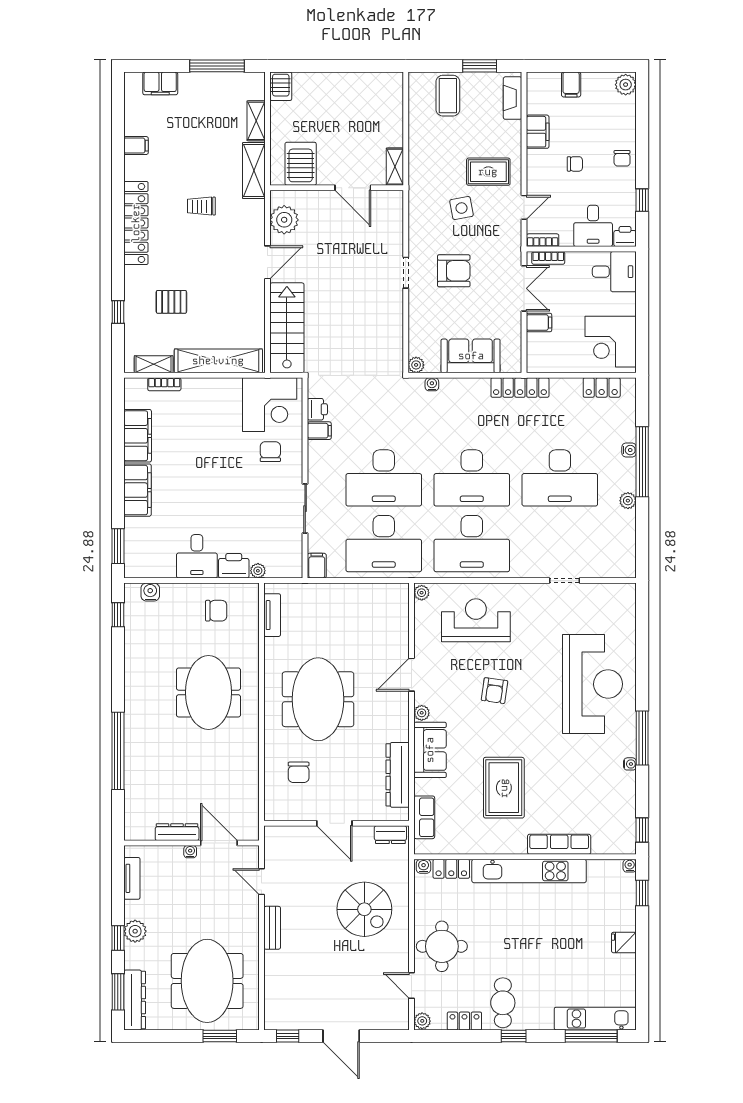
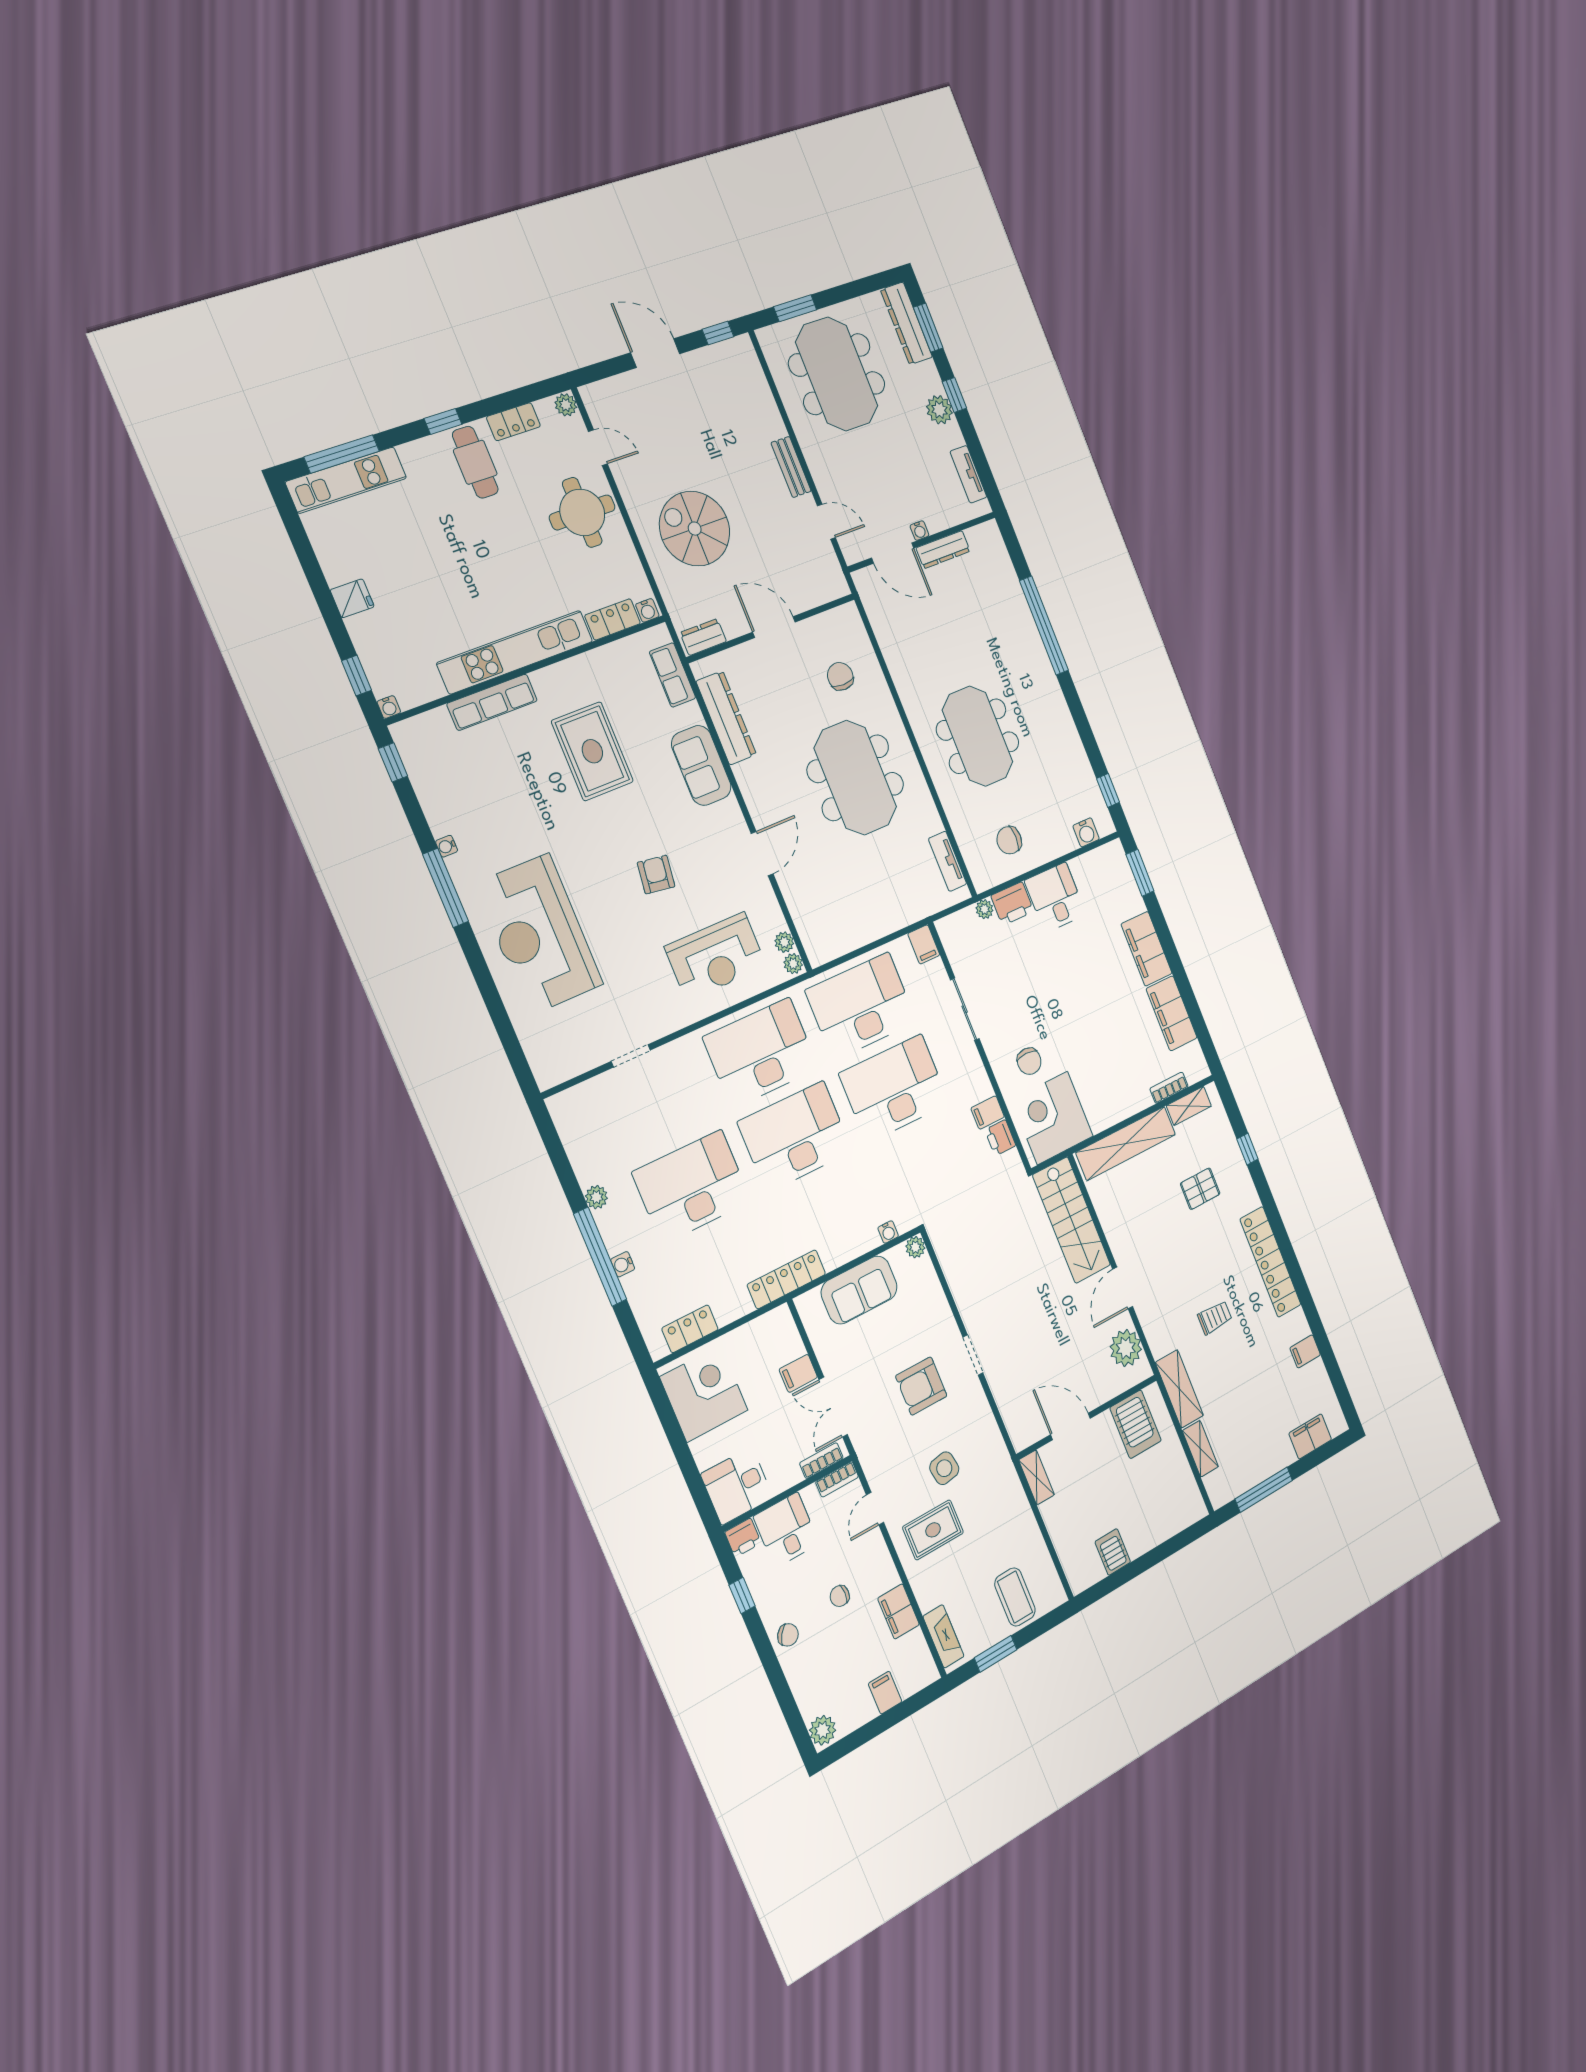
server rack: (281, 86) -> (1113, 1552), moved
chair: (622, 158) -> (788, 1635), turned 123
plant: (422, 713) -> (784, 942), moved

